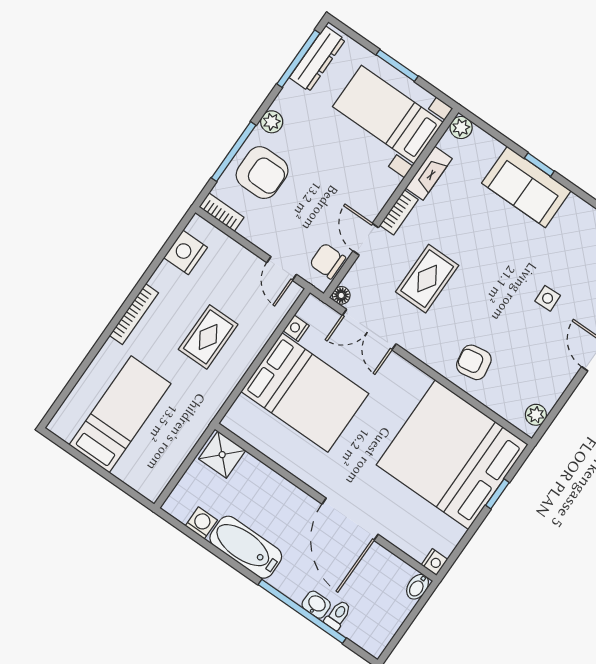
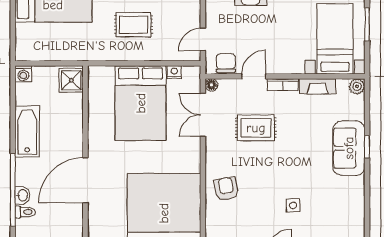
washing machine: (201, 523) -> (23, 74), moved, turned 90

